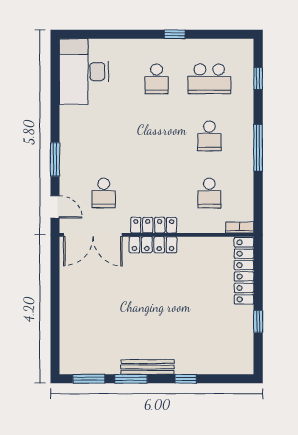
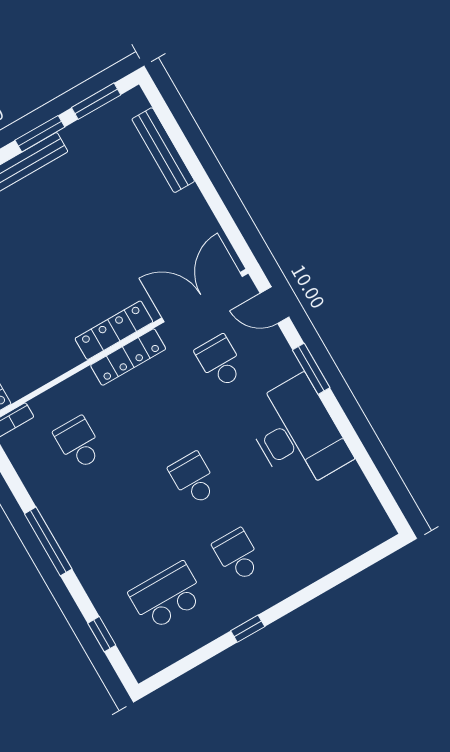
desk: (84, 72) -> (297, 434), moved
school desk: (209, 136) -> (193, 479), moved
bench: (67, 330) -> (163, 150), added

